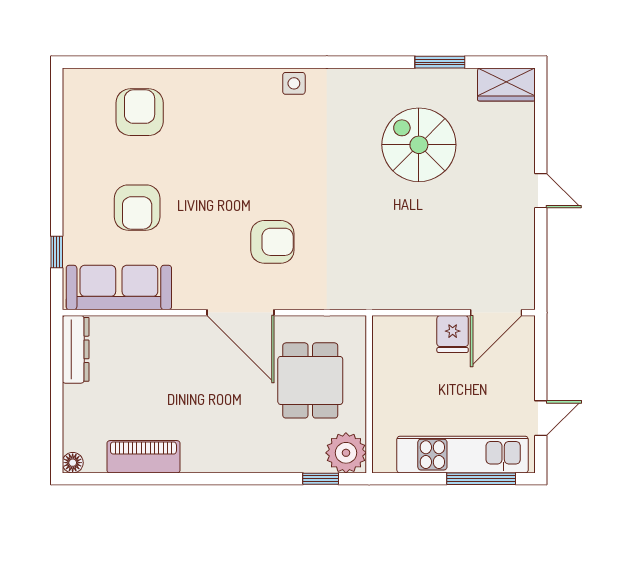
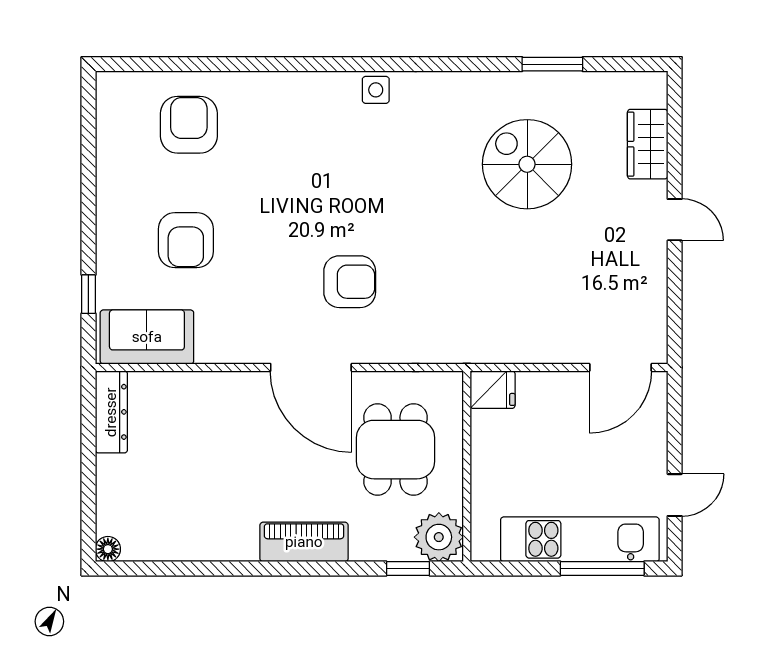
wardrobe: (506, 84) -> (648, 144), moved, turned 90
sofa: (119, 287) -> (147, 337), width x0.73
fridge: (453, 334) -> (493, 390), moved, turned -90
piano: (143, 457) -> (304, 542), moved

